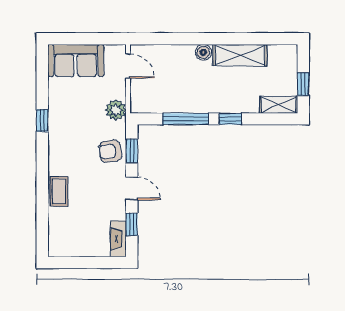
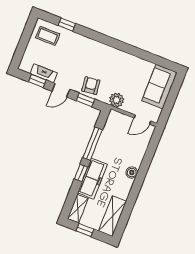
shelving: (240, 55) -> (113, 216), moved
freezer: (232, 101) -> (92, 179), added
window: (42, 121) -> (67, 25), moved
coffee table: (59, 191) -> (48, 36), moved
fireplace: (118, 239) -> (44, 73), moved

